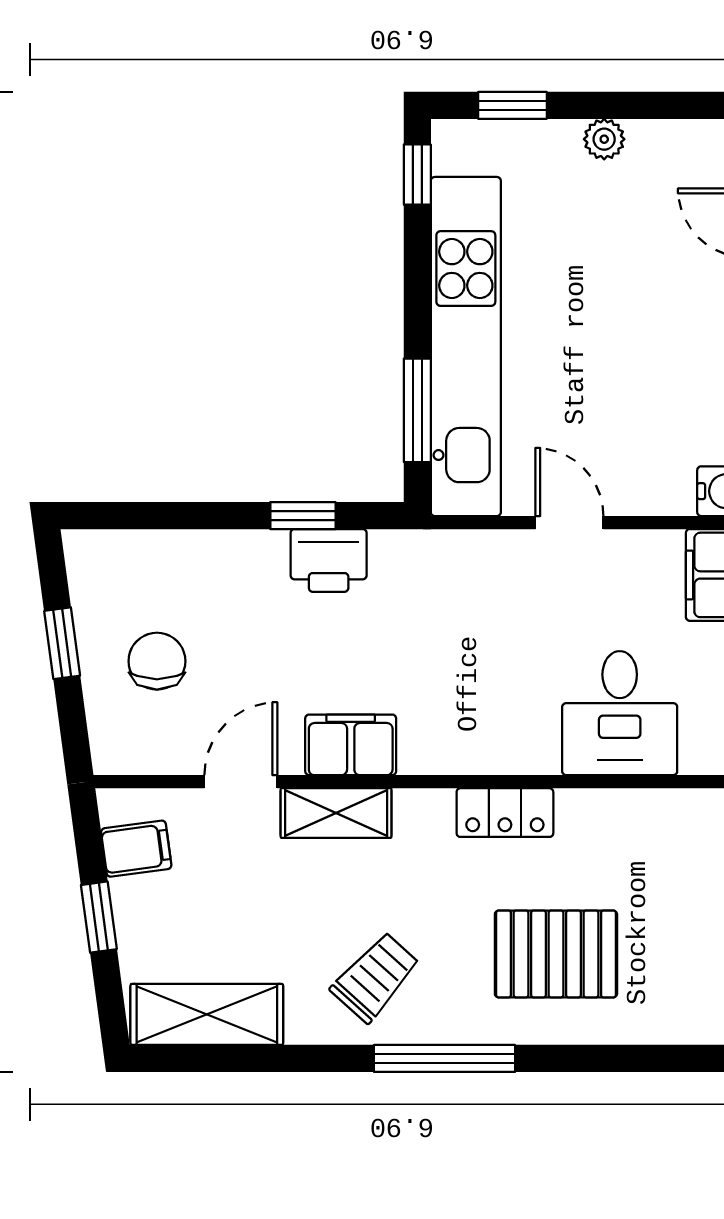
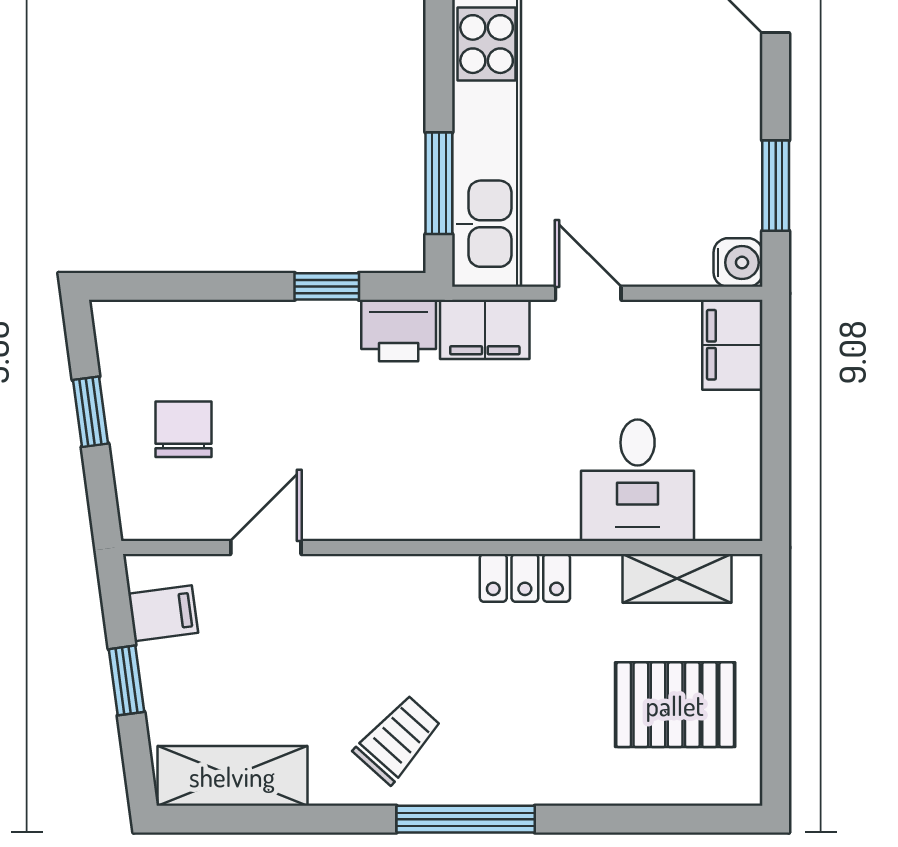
printer: (329, 560) -> (399, 331), moved
filing cabinet: (351, 745) -> (485, 329), moved, turned 180
shelving: (336, 813) -> (677, 578), moved
pallet: (556, 954) -> (675, 705), moved

